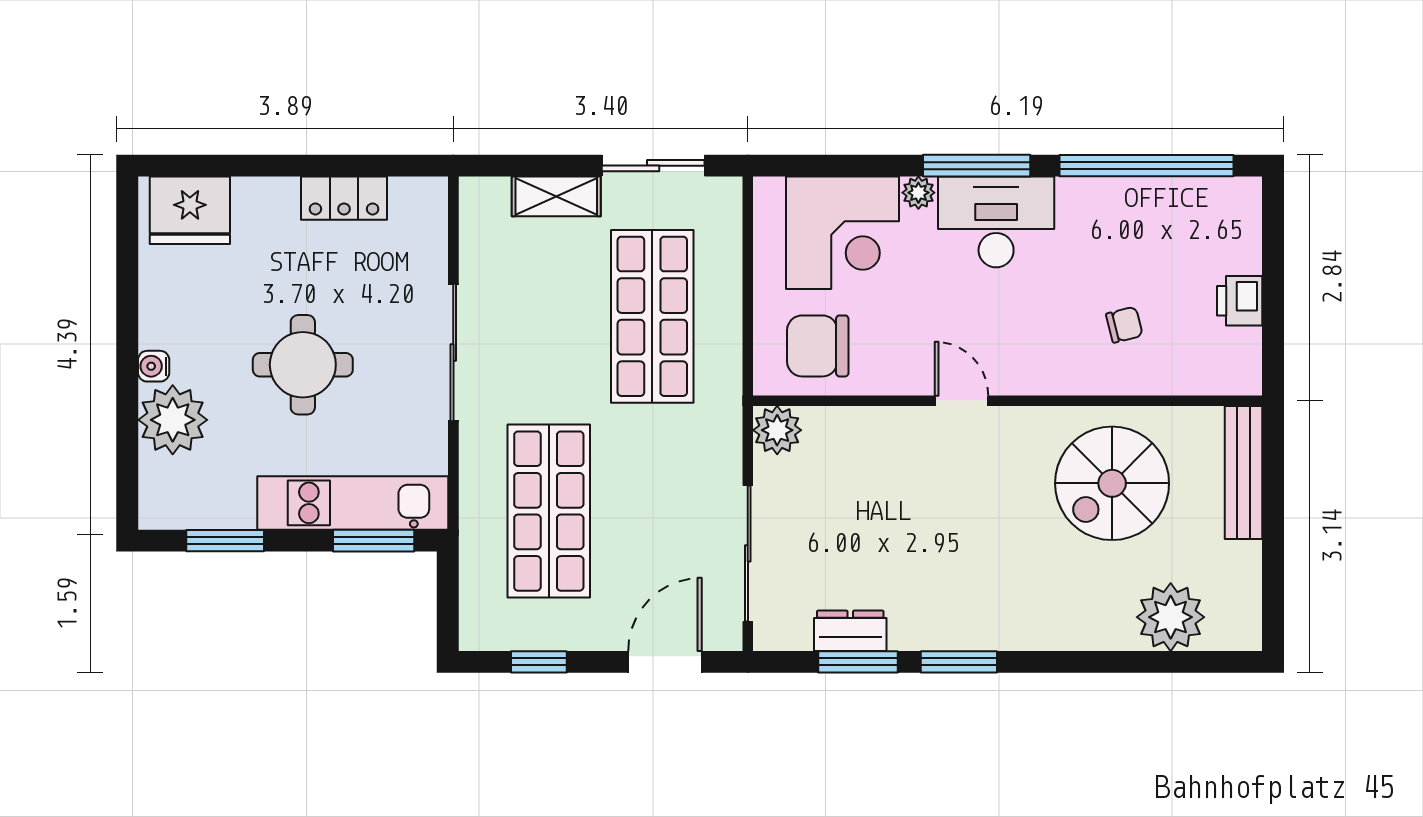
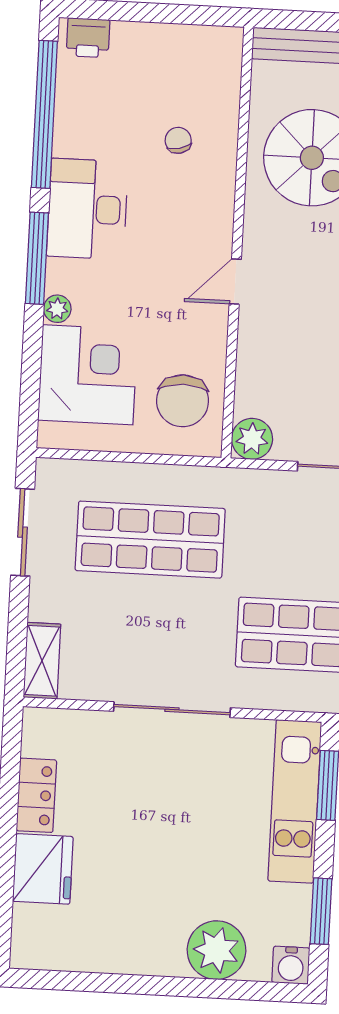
shelving: (556, 196) -> (42, 661), moved
fridge: (190, 210) -> (43, 869), moved
desk: (996, 222) -> (87, 209), moved
printer: (1240, 301) -> (88, 38), moved
round table: (303, 365) -> (176, 838), removed
water cooler: (154, 366) -> (291, 965), moved, width x1.38, depth x1.38

